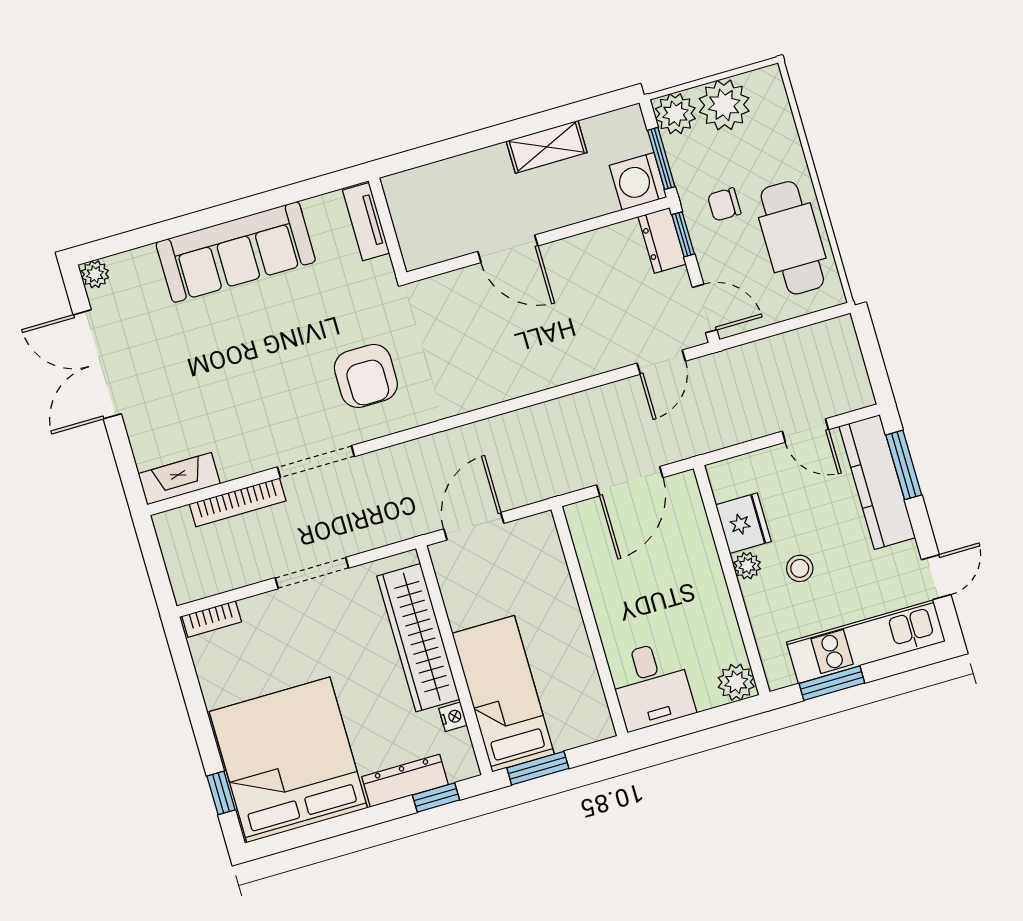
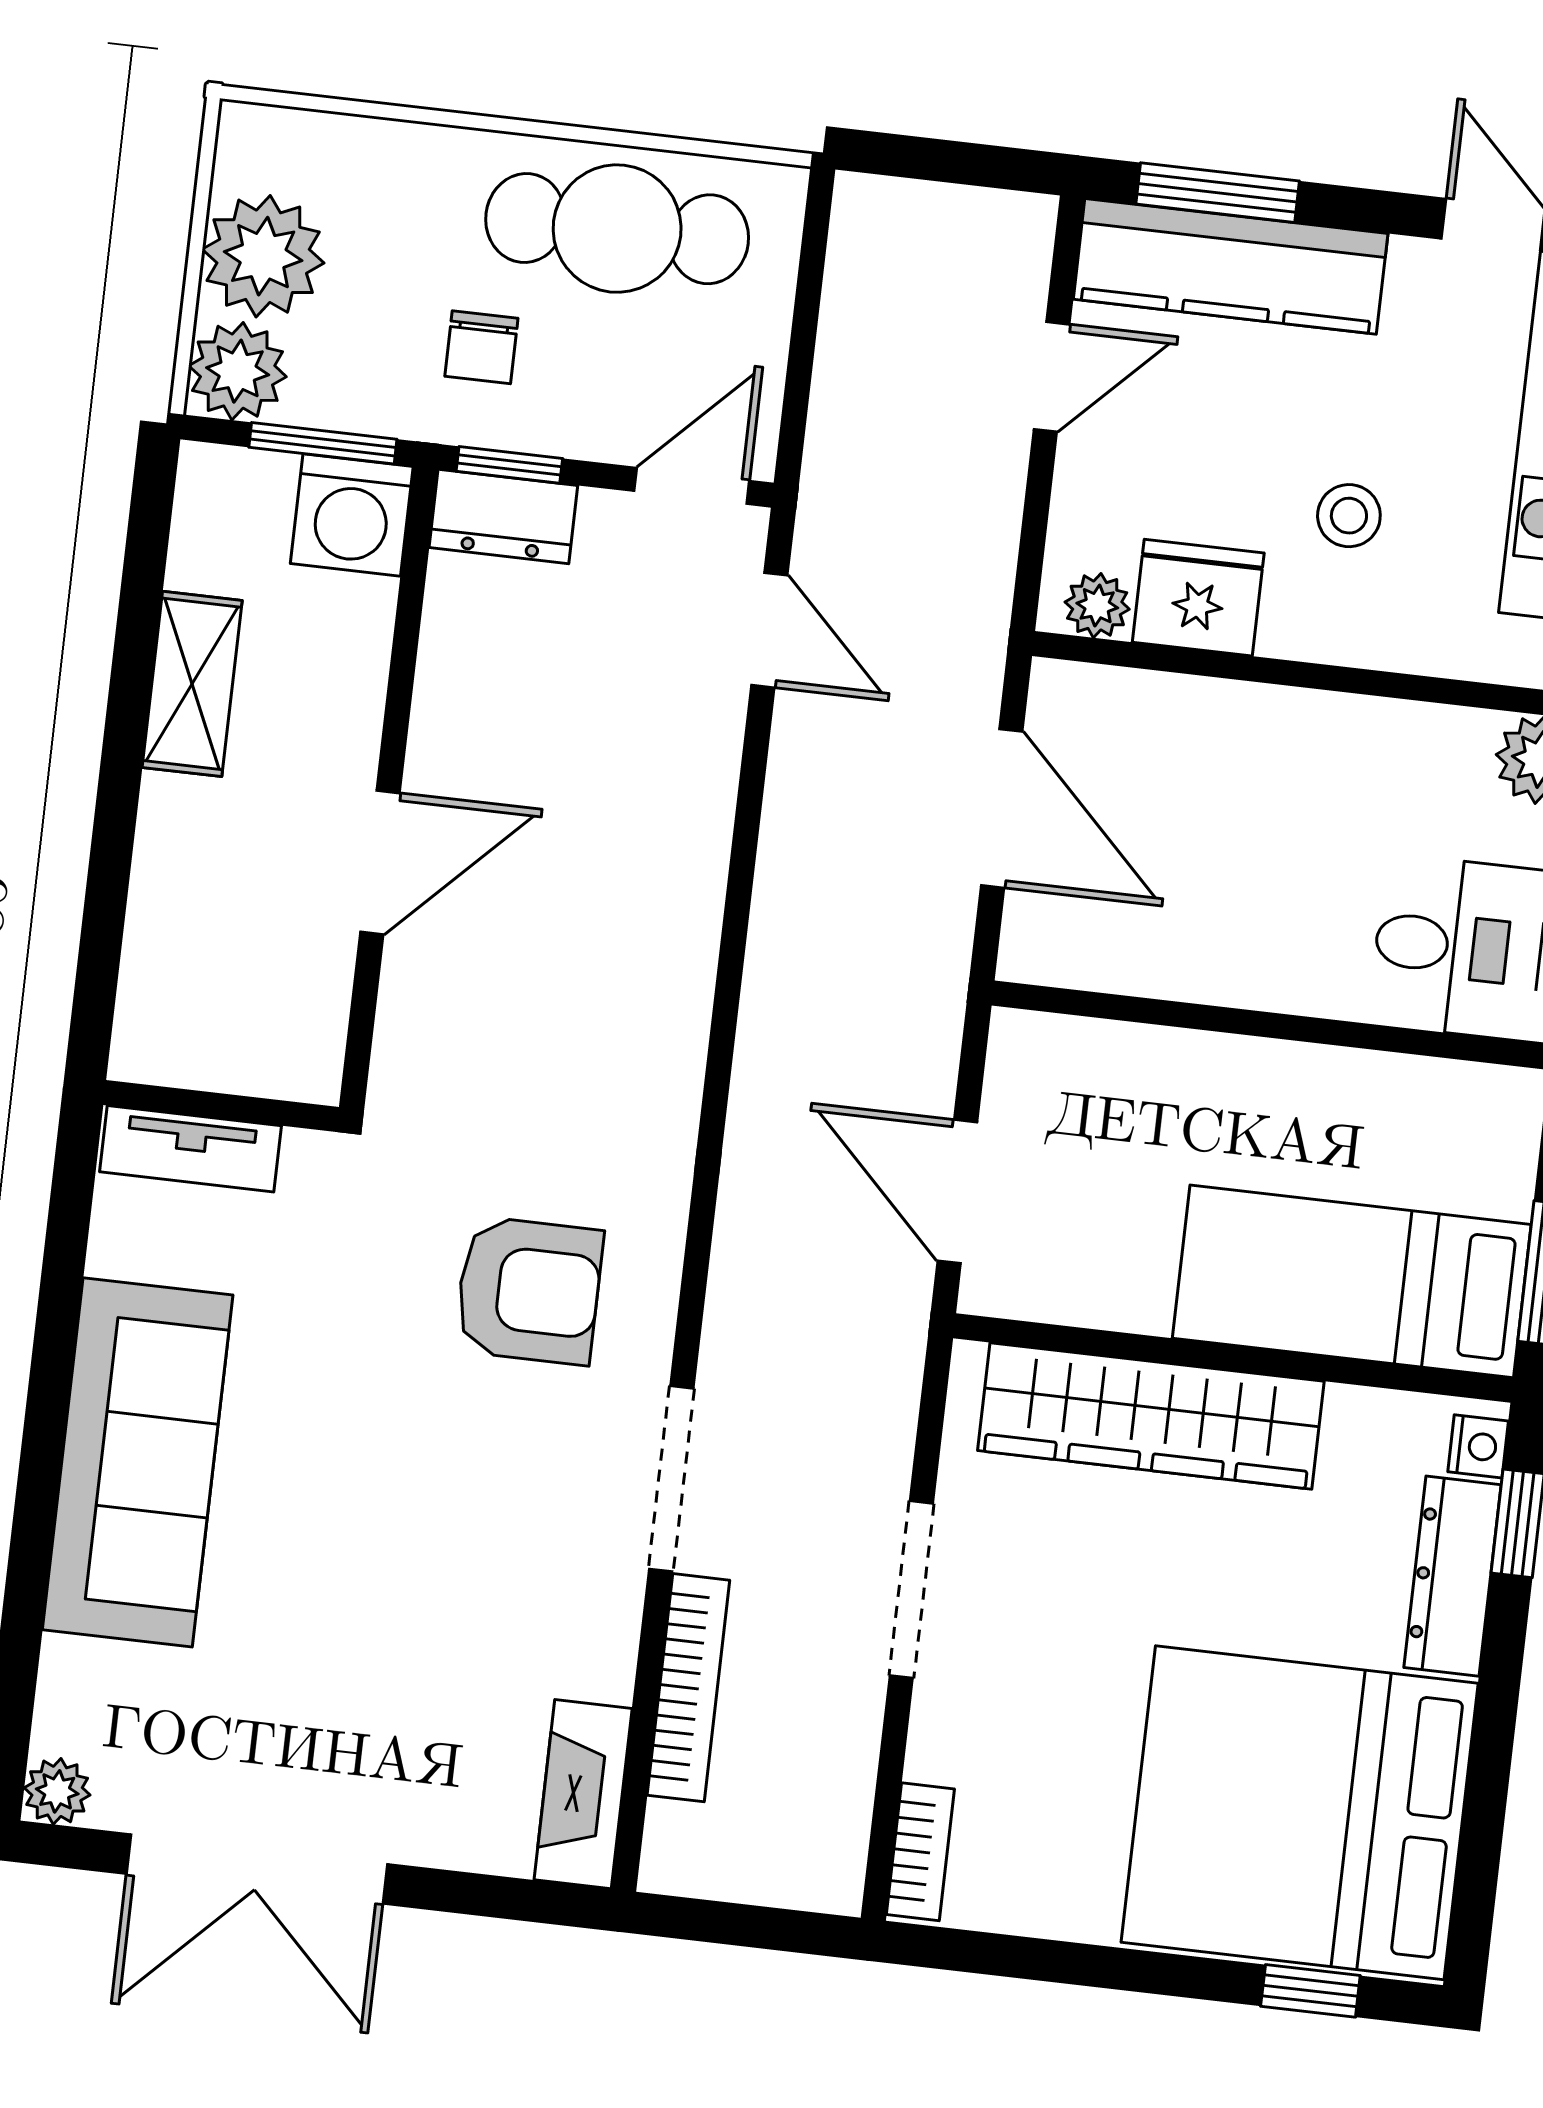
plant: (747, 566) -> (1097, 606), moved
nightstand: (453, 717) -> (1478, 1446), moved, turned 90

